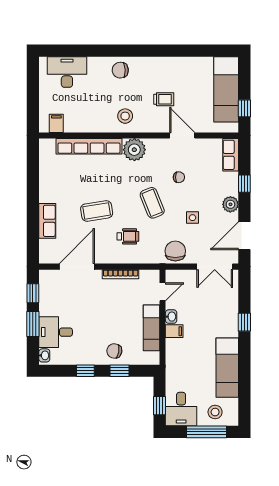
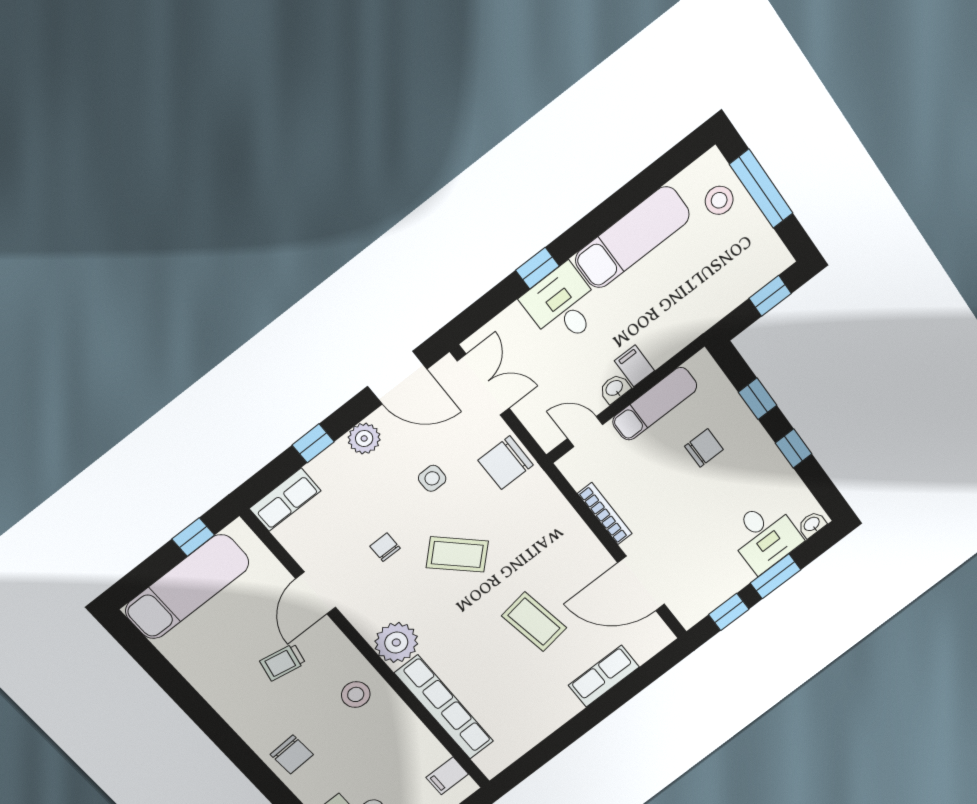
trolley: (164, 99) -> (283, 662), turned -79
coffee table: (152, 203) -> (457, 554), turned 67
wheelchair: (128, 236) -> (538, 548), removed
chair: (114, 351) -> (704, 448), moved, turned -100
desk: (181, 409) -> (563, 305), moved, turned -90

